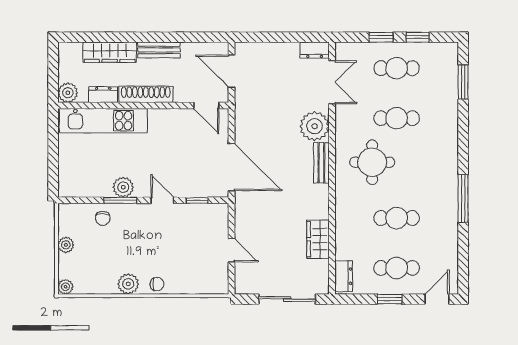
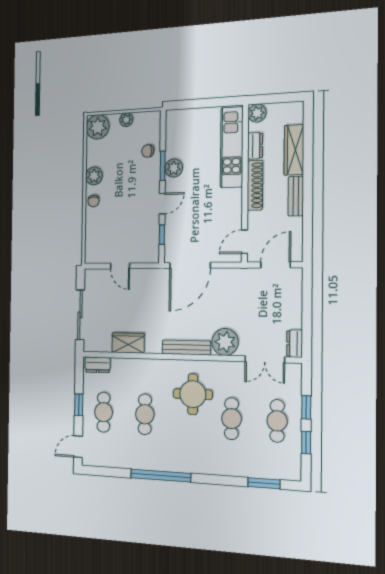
bench: (321, 163) -> (186, 347), width x1.36
window: (463, 198) -> (161, 476), width x1.46
door: (232, 250) -> (120, 266), hinge flipped
plant: (65, 287) -> (98, 127), width x1.87, depth x1.87
door: (437, 299) -> (78, 447), swing flipped

